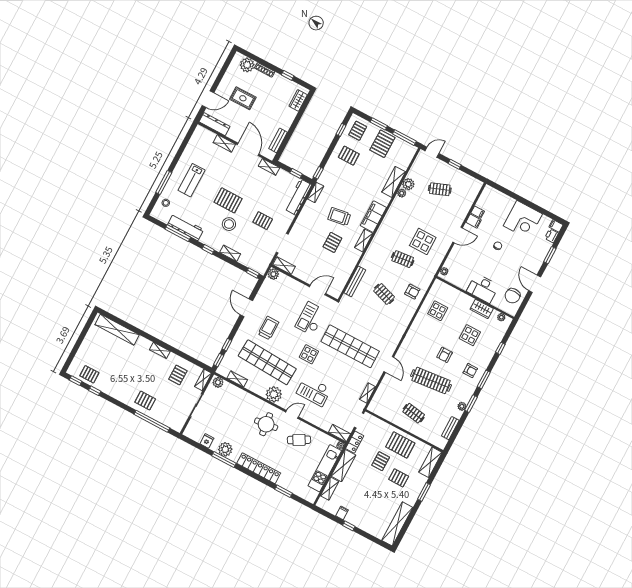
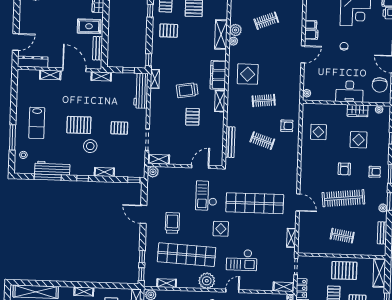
rug: (243, 98) -> (89, 26), moved
display table: (423, 241) -> (248, 74), moved

